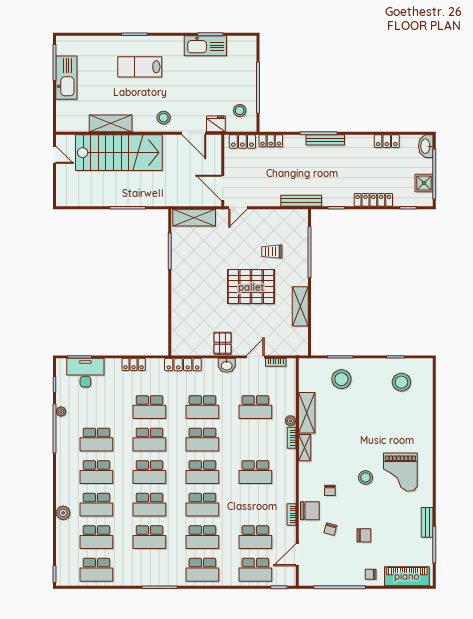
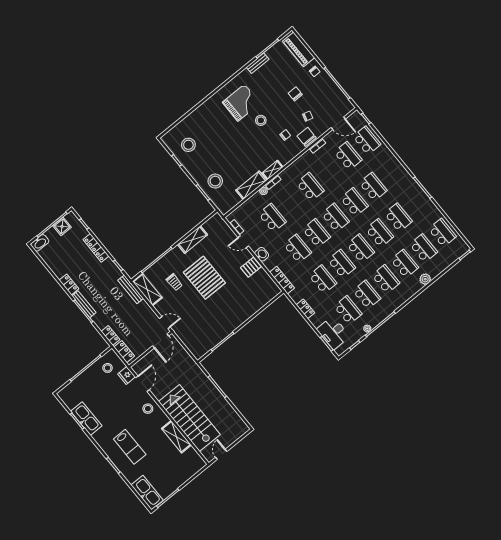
kitchen sink: (66, 78) -> (147, 493), moved, turned 90
locker: (387, 141) -> (69, 284), moved
shelving: (194, 218) -> (147, 290), moved
school desk: (202, 570) -> (348, 310), moved

